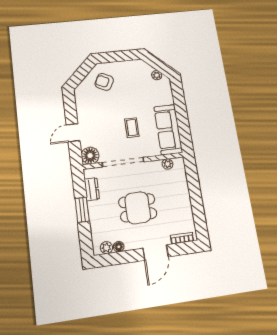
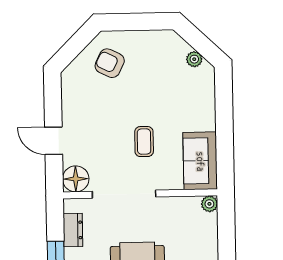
sofa: (168, 130) -> (200, 161), width x0.73
door: (73, 133) -> (54, 141), hinge flipped
plant: (167, 164) -> (209, 204), moved

